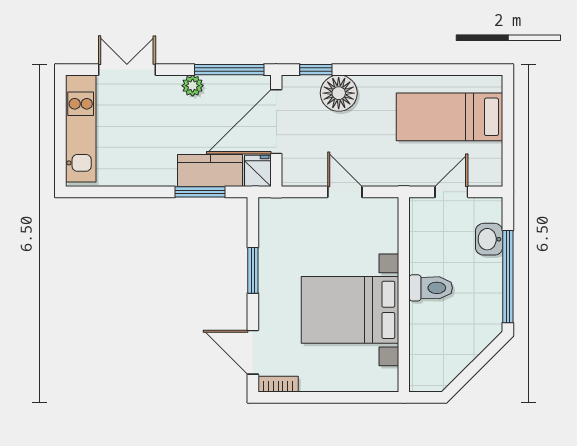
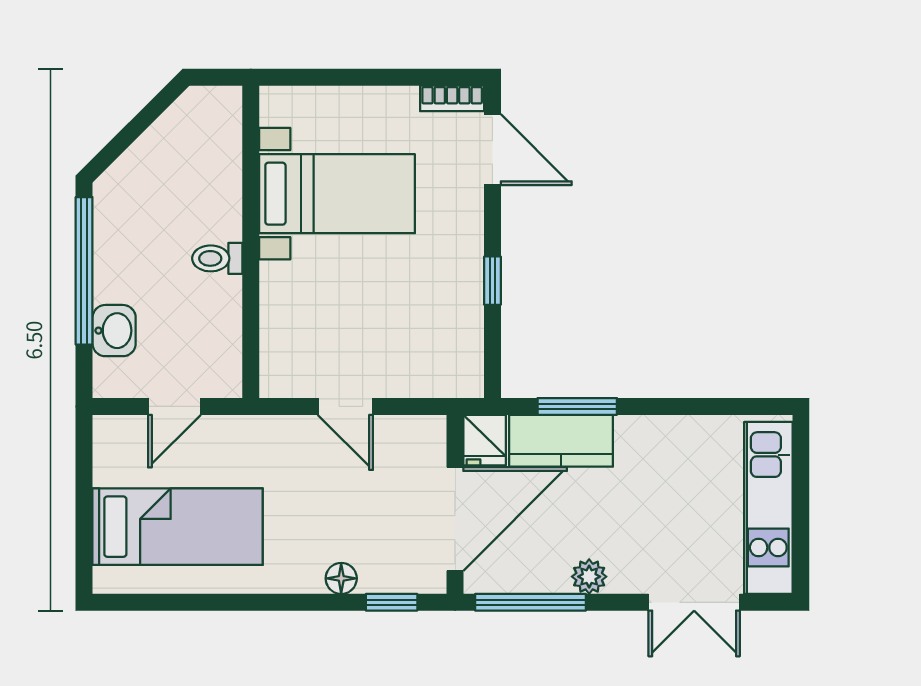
floor lamp: (339, 93) -> (341, 578), width x0.53, depth x0.53
window: (253, 270) -> (492, 281), width x0.67
toilet: (431, 288) -> (217, 258), width x0.73, depth x0.72
bed with nightstands: (350, 310) -> (337, 194), width x0.73

